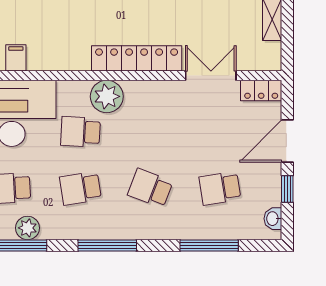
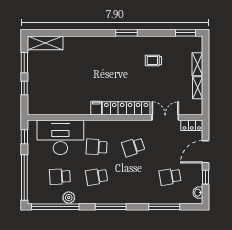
filing cabinet: (16, 58) -> (96, 108), moved
plant: (107, 96) -> (110, 128), removed
school desk: (150, 188) -> (133, 147), moved, turned -39

